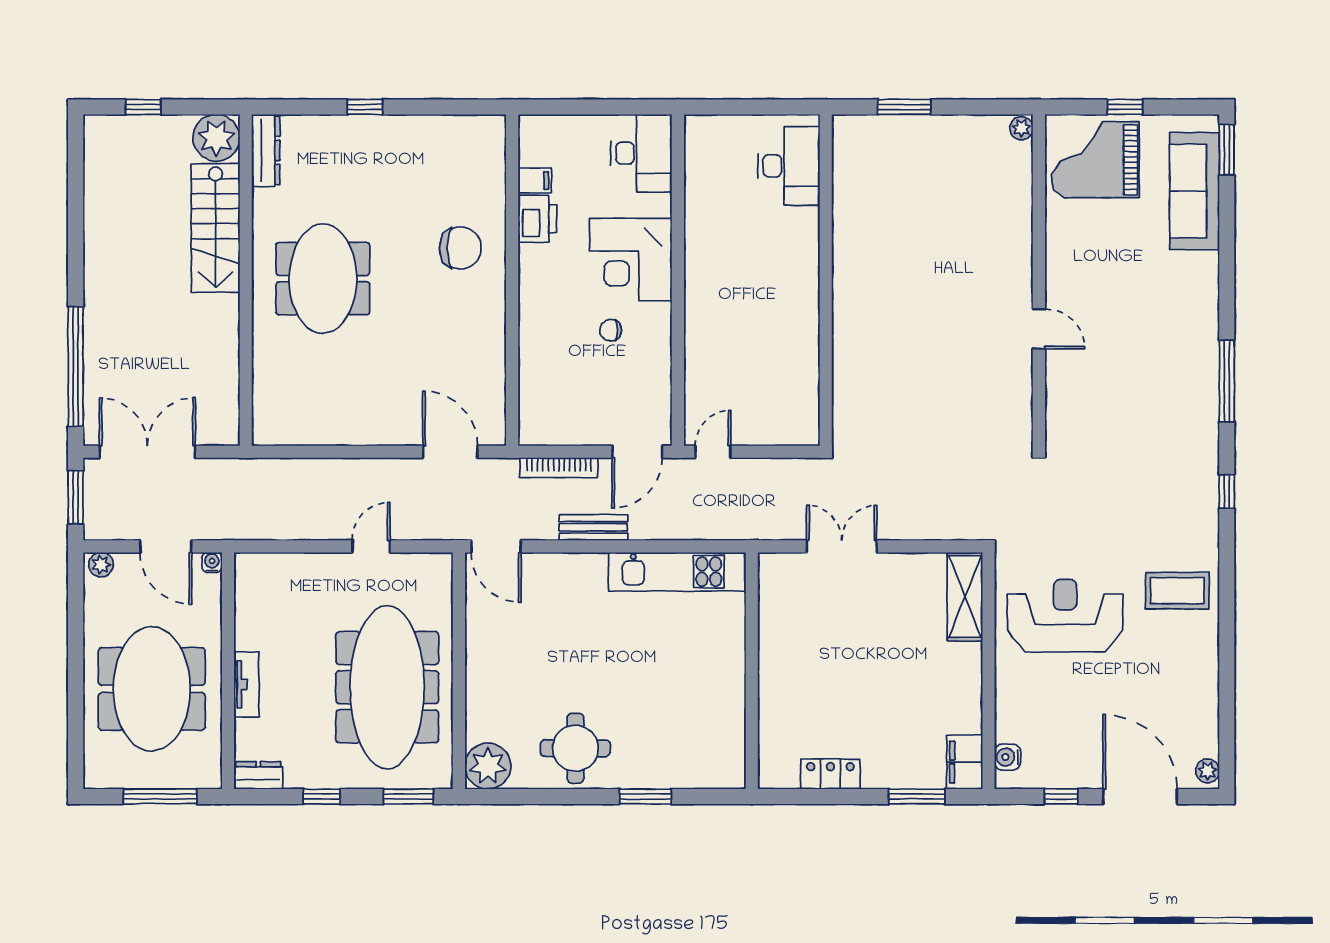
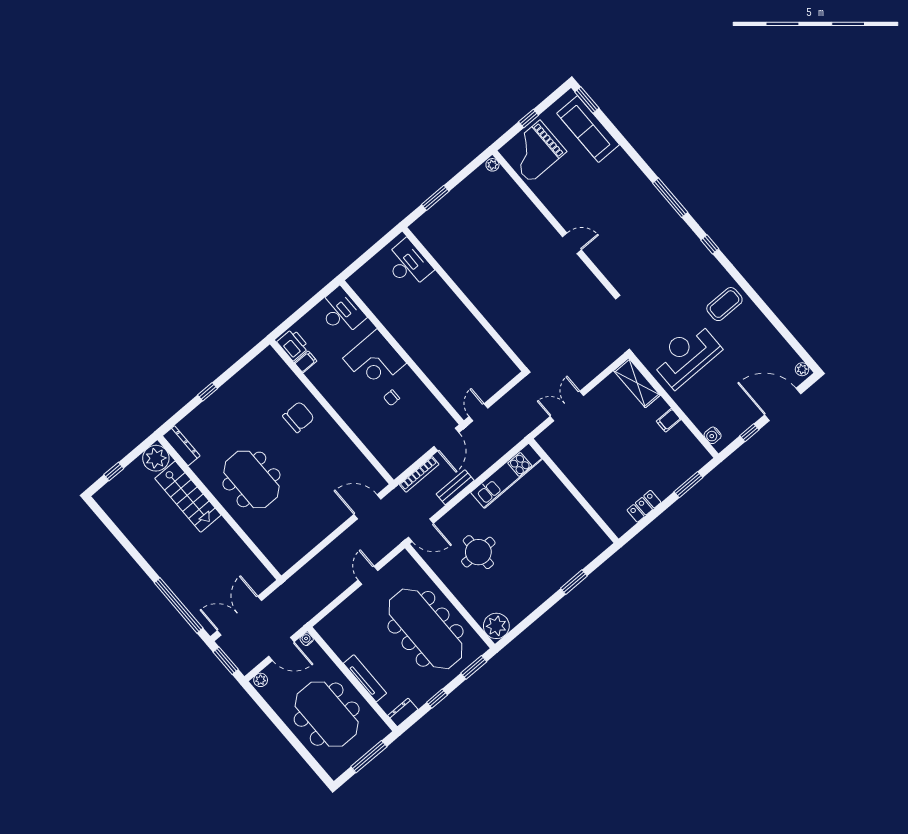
printer: (537, 219) -> (293, 345), moved
tv unit: (246, 684) -> (365, 678), width x1.41
round table: (575, 748) -> (478, 552), moved
filing cabinet: (965, 762) -> (669, 420), moved, width x0.50

